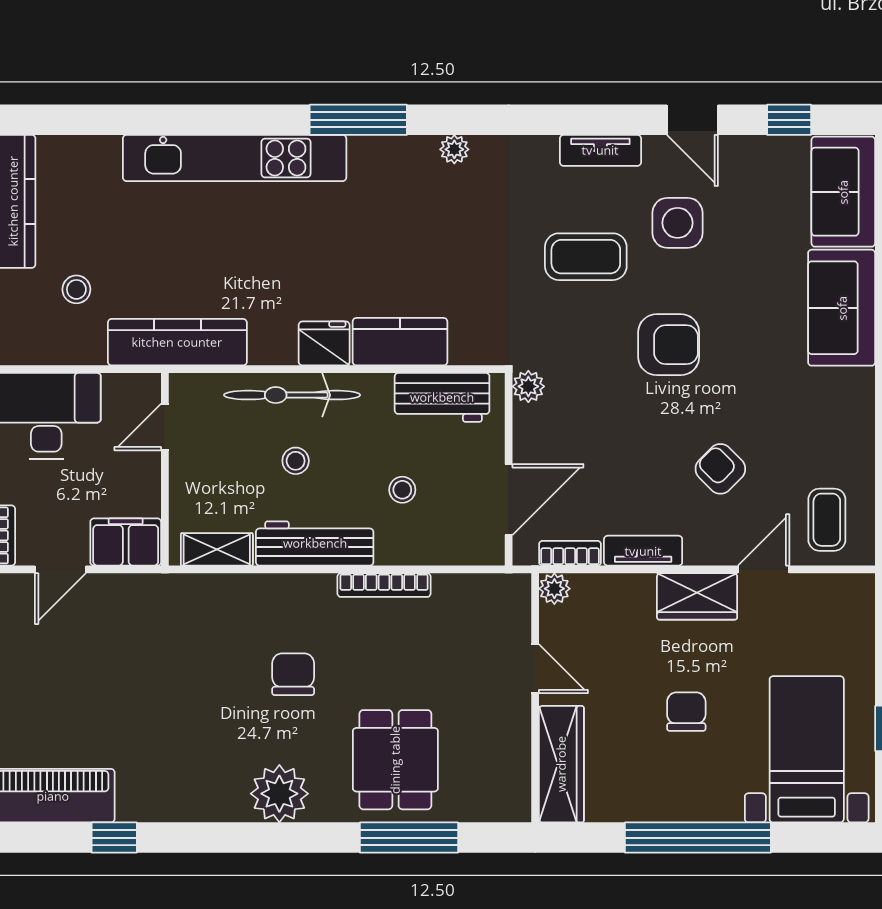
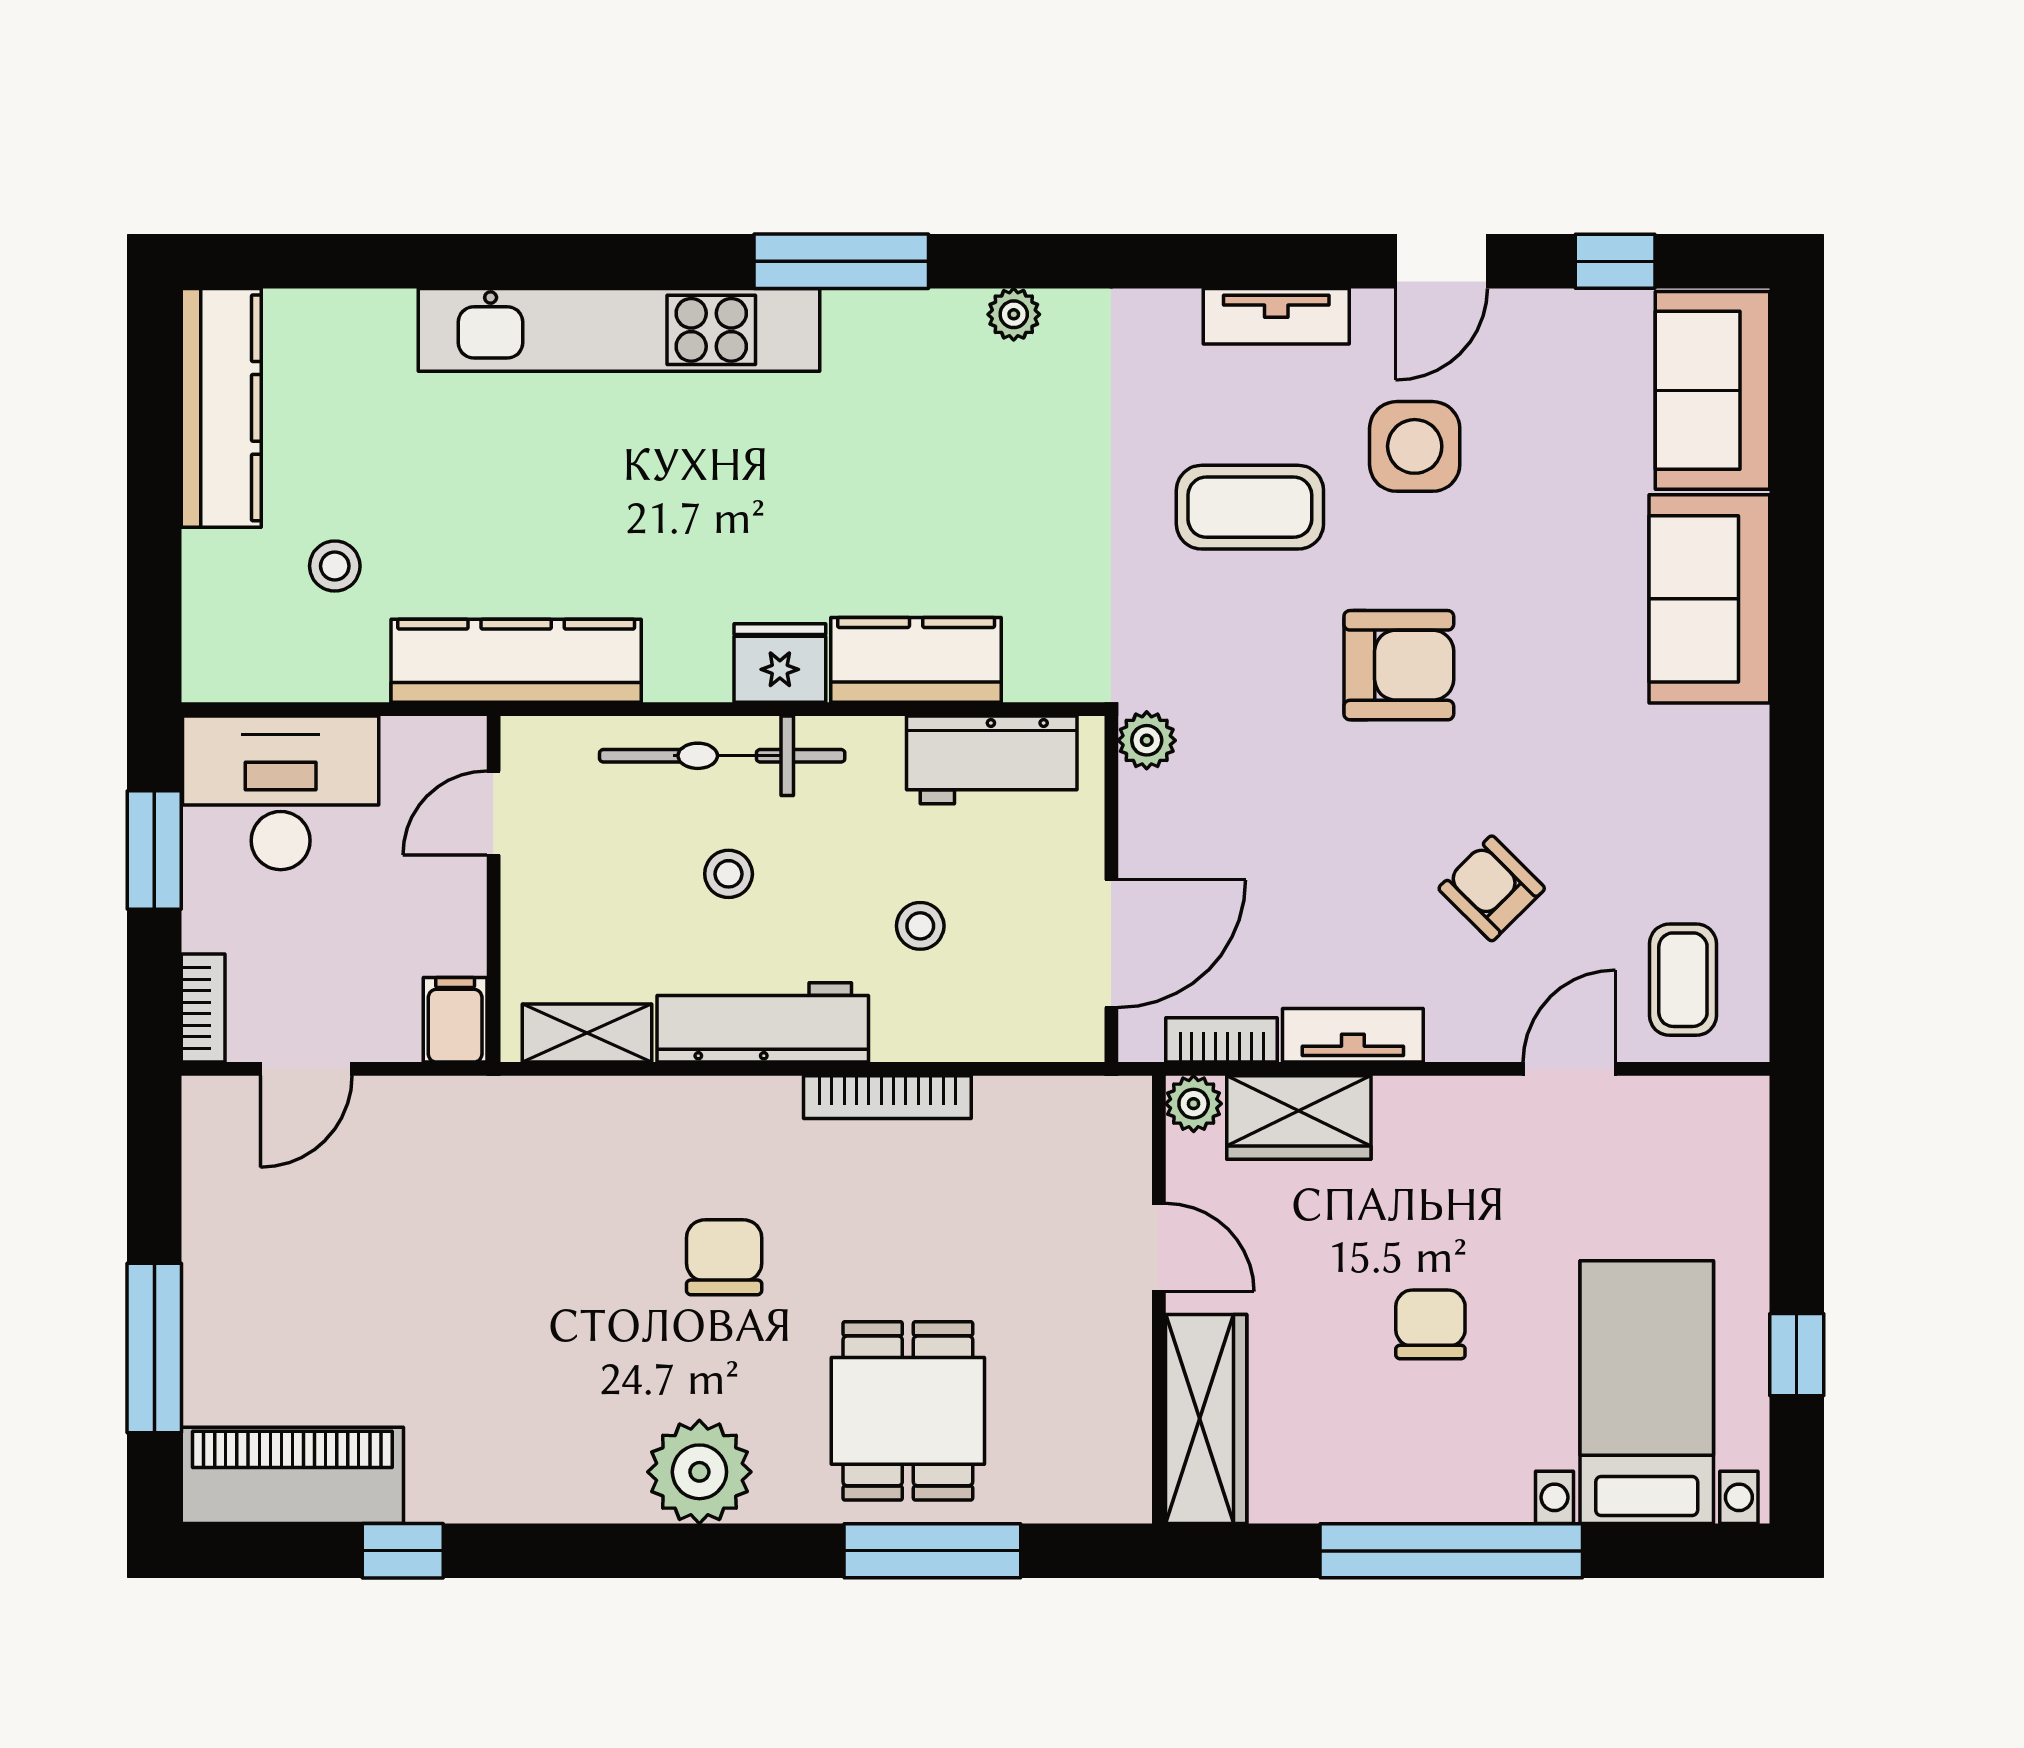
door: (692, 120) -> (1441, 261), hinge flipped
filing cabinet: (126, 542) -> (455, 1020), width x0.50
wardrobe: (697, 596) -> (1299, 1117), moved

